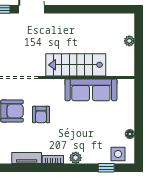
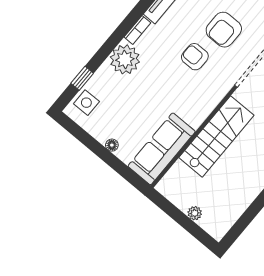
sofa: (91, 90) -> (162, 149), moved
floor lamp: (130, 134) -> (112, 145), moved
plant: (76, 158) -> (125, 59), width x1.87, depth x1.87

